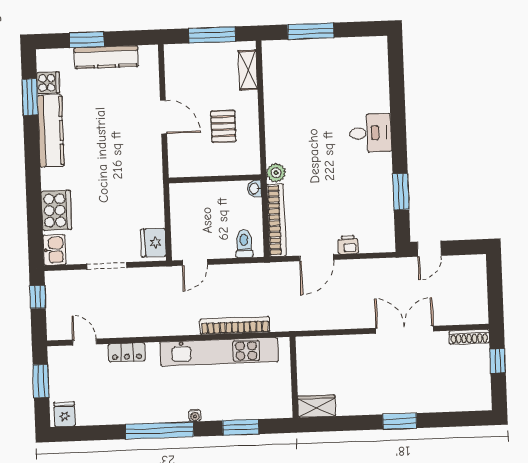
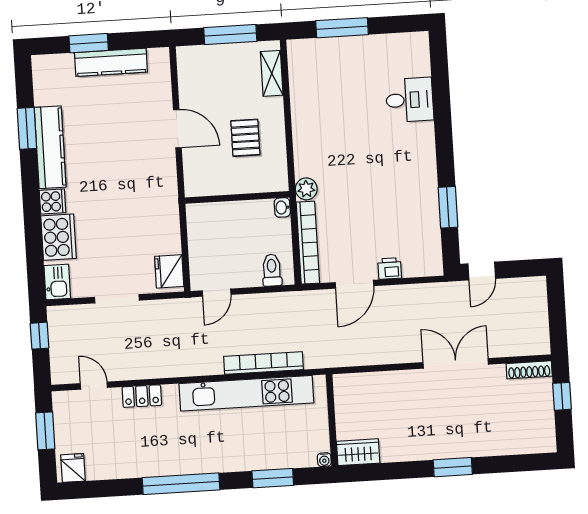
cooker: (48, 83) -> (52, 202), moved
window: (30, 97) -> (27, 128), moved
desk: (370, 133) -> (410, 100), moved
water cooler: (195, 416) -> (324, 460), moved

